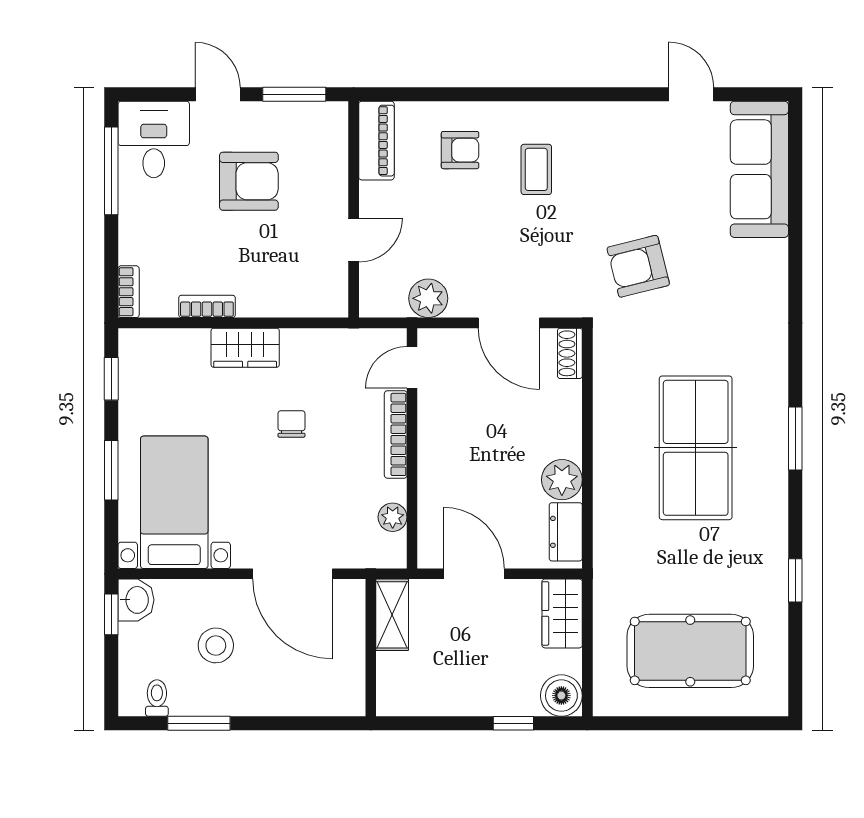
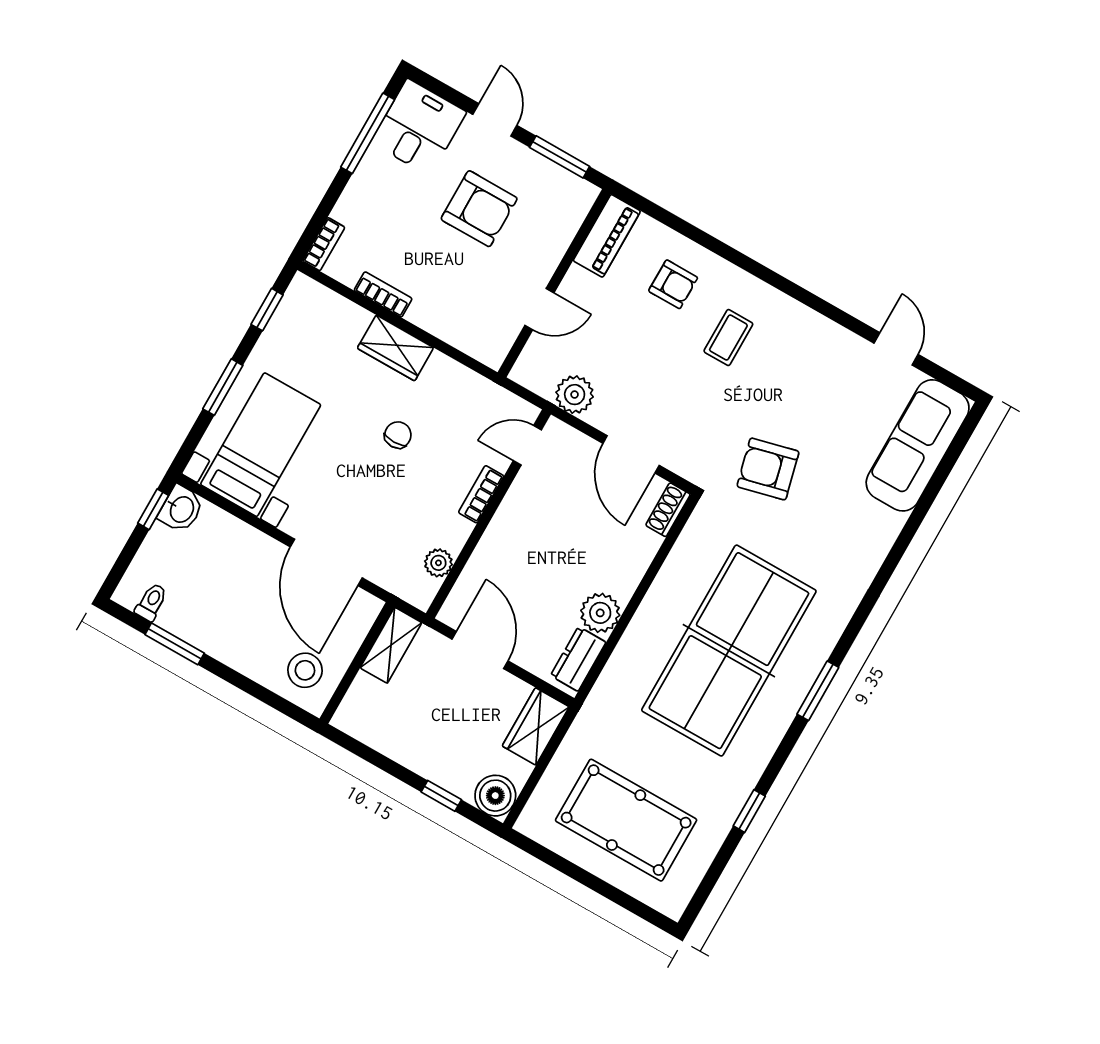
bookcase: (396, 434) -> (481, 494), width x0.64
table tennis table: (696, 448) -> (729, 651), width x1.36, depth x1.32
stool: (216, 645) -> (305, 670), moved

